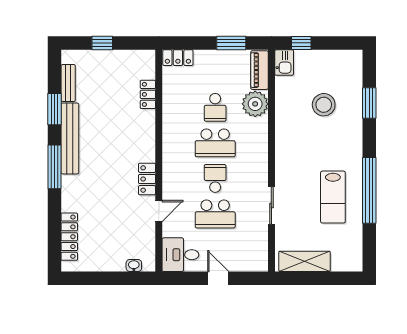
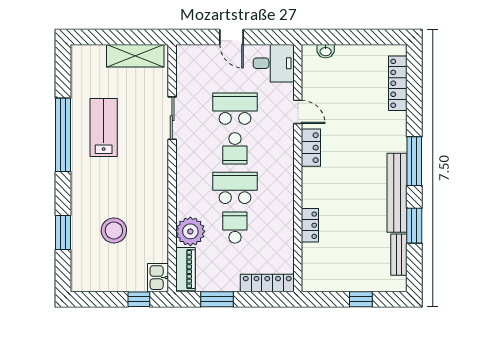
locker: (178, 58) -> (267, 283), width x1.53
locker: (148, 94) -> (310, 225), moved
door: (159, 211) -> (298, 112), swing flipped

